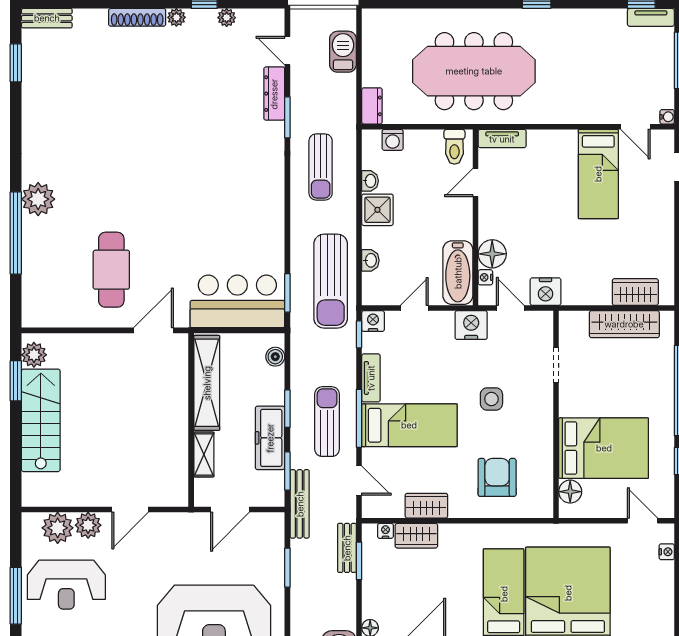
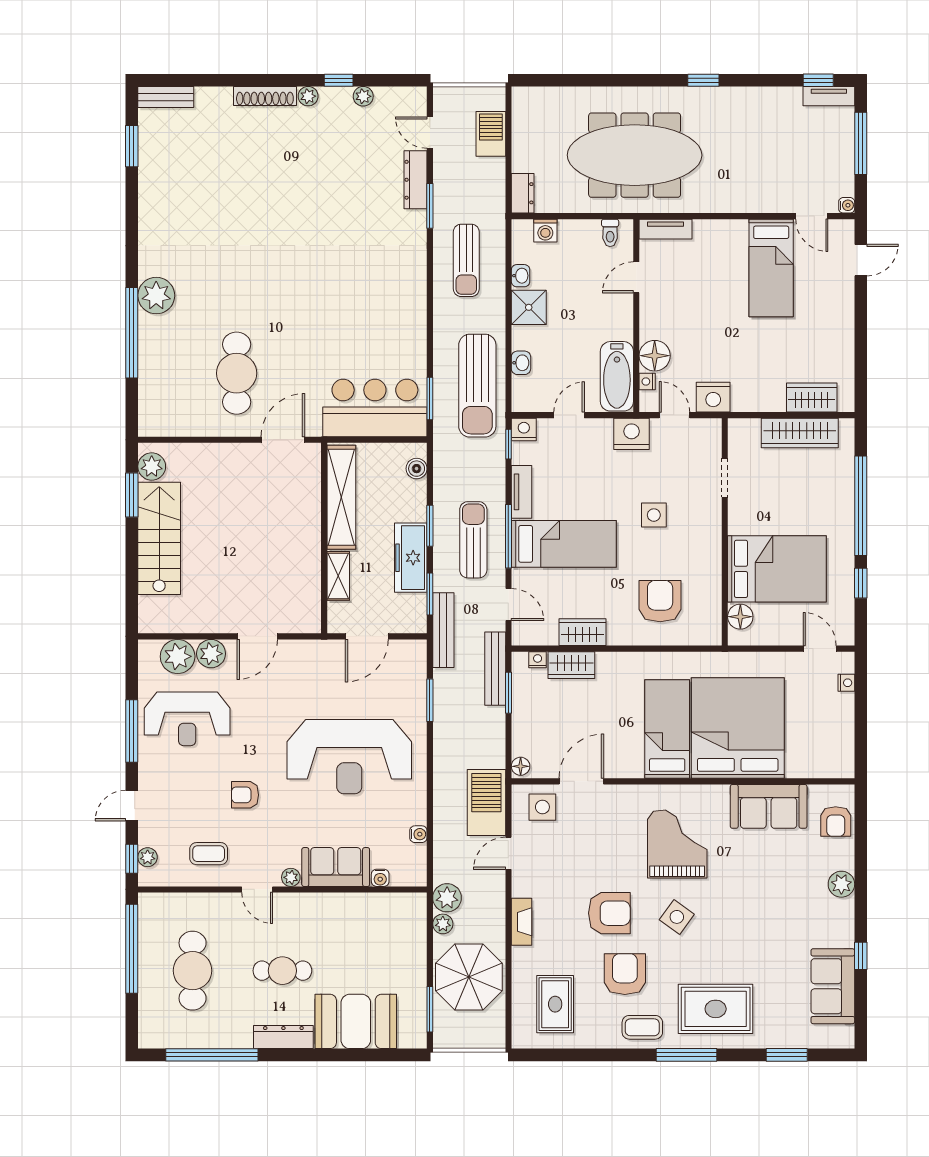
toilet: (454, 147) -> (610, 233), width x0.73, depth x0.72
bench: (347, 548) -> (495, 669), width x1.36

